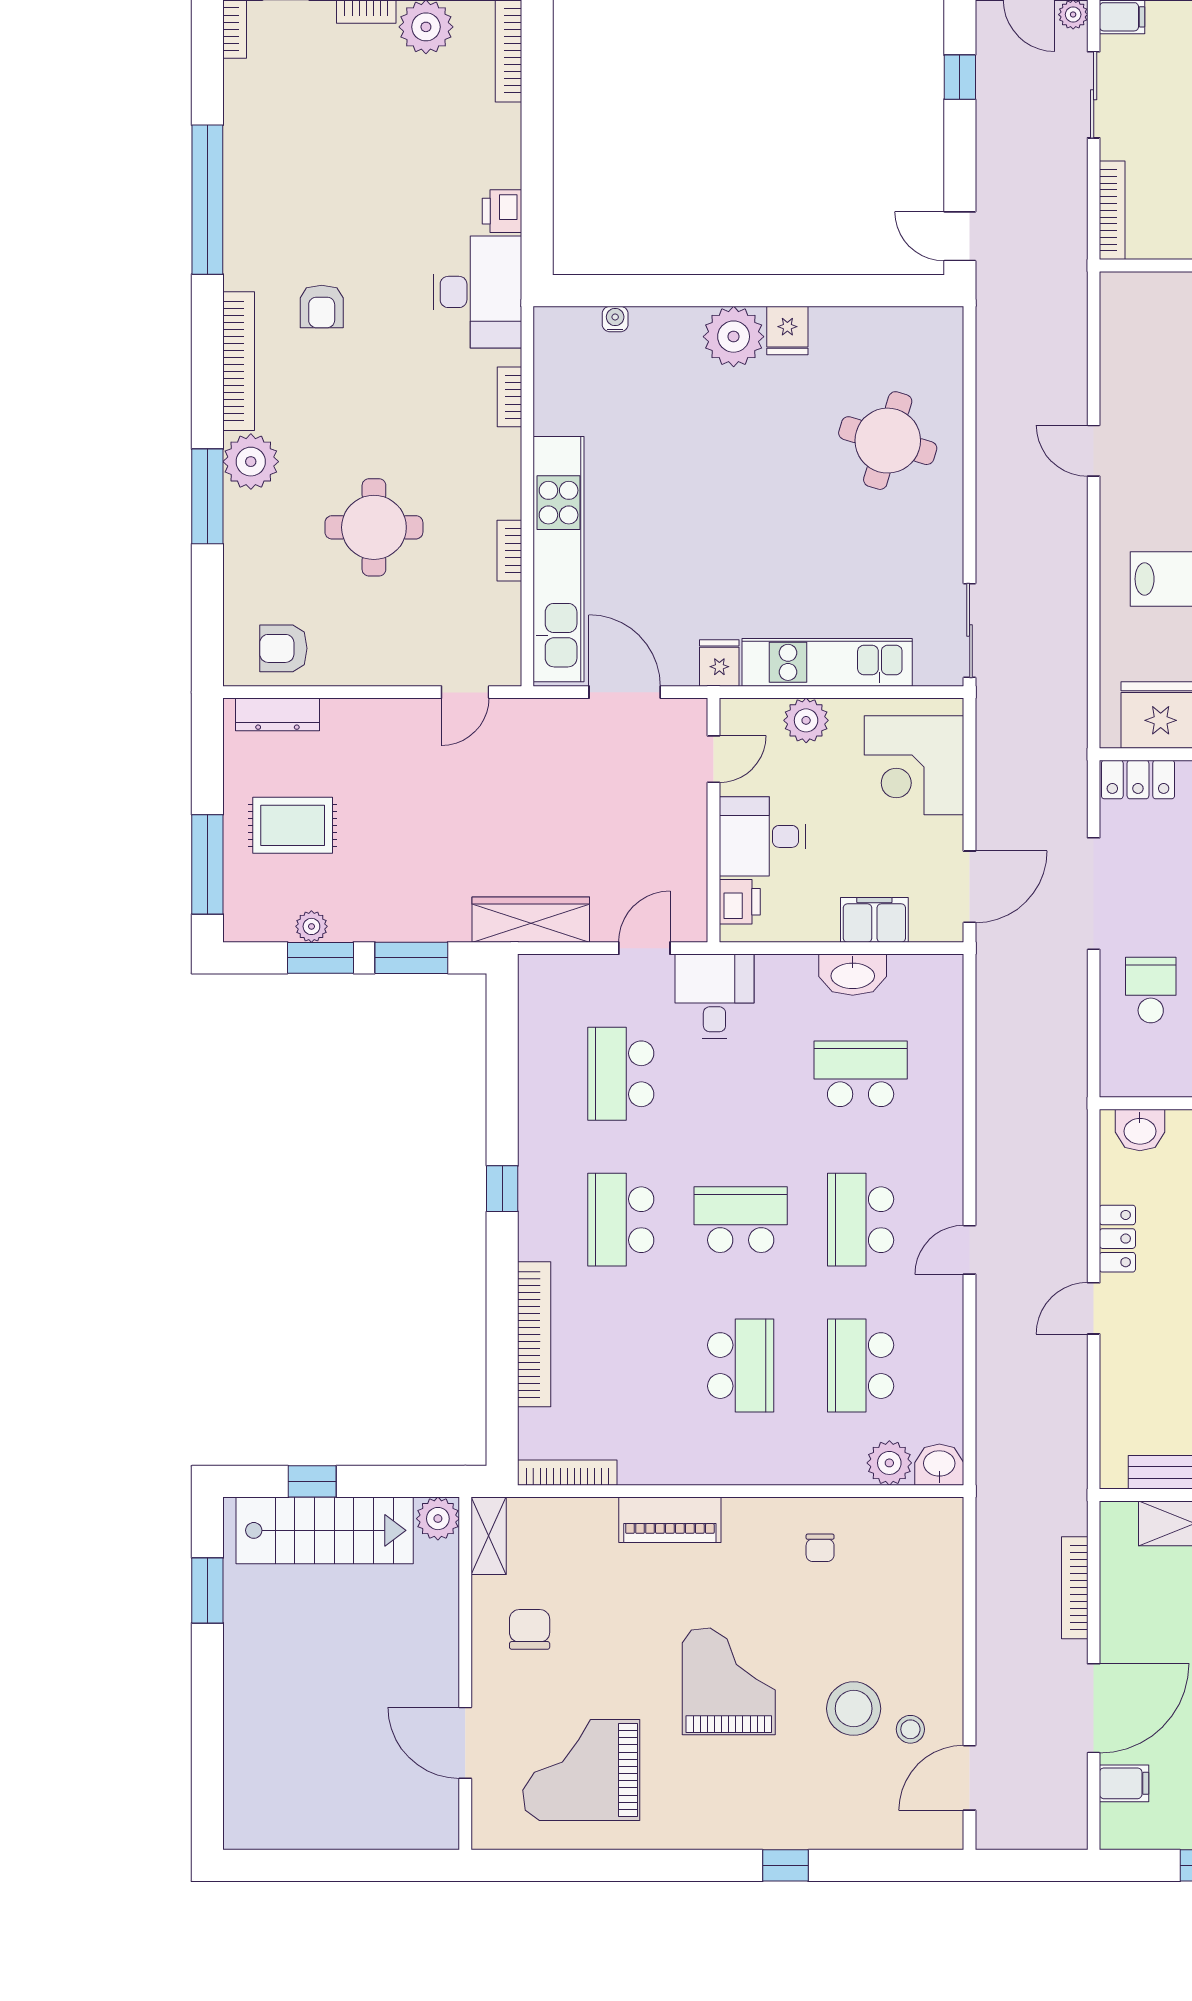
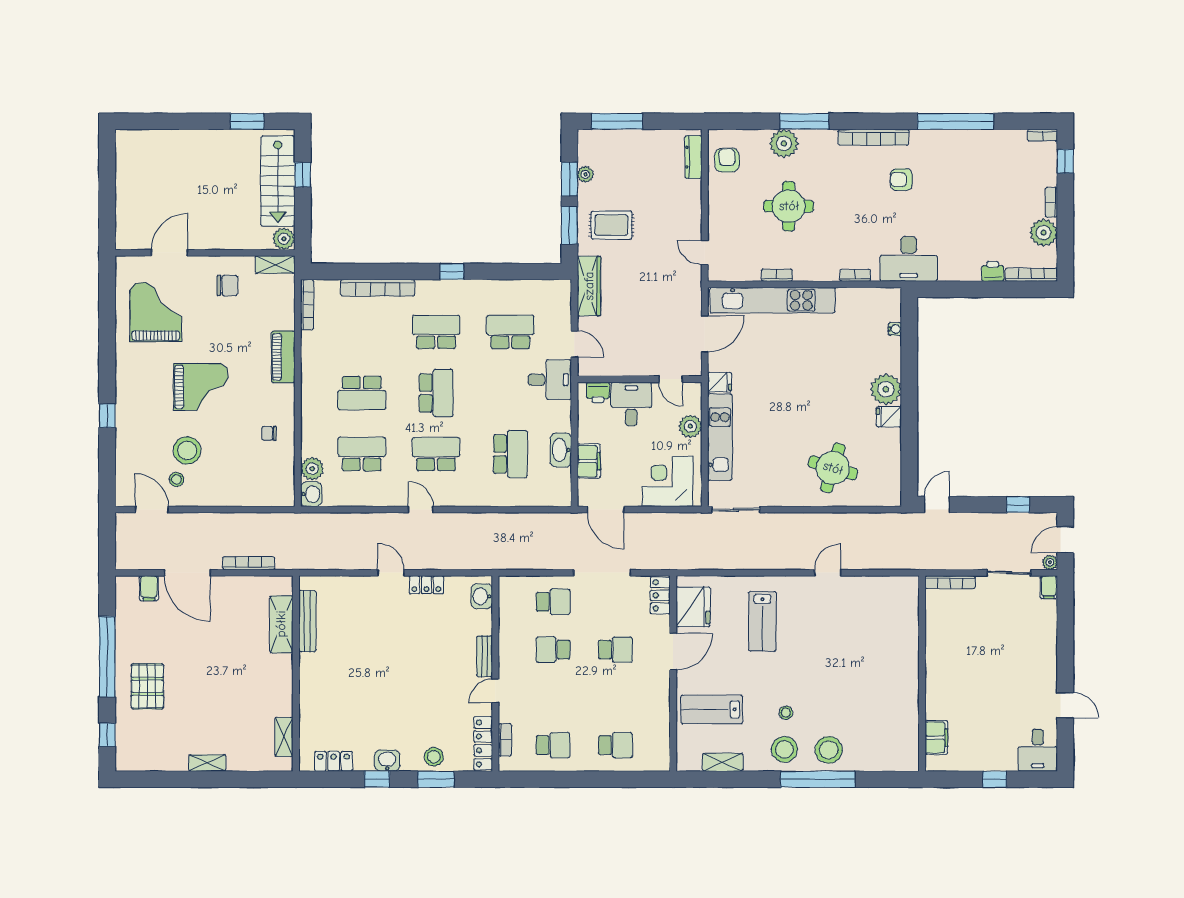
printer: (502, 211) -> (993, 271), moved
plant: (251, 462) -> (784, 143), moved
rug: (293, 825) -> (611, 225), moved, turned 90

